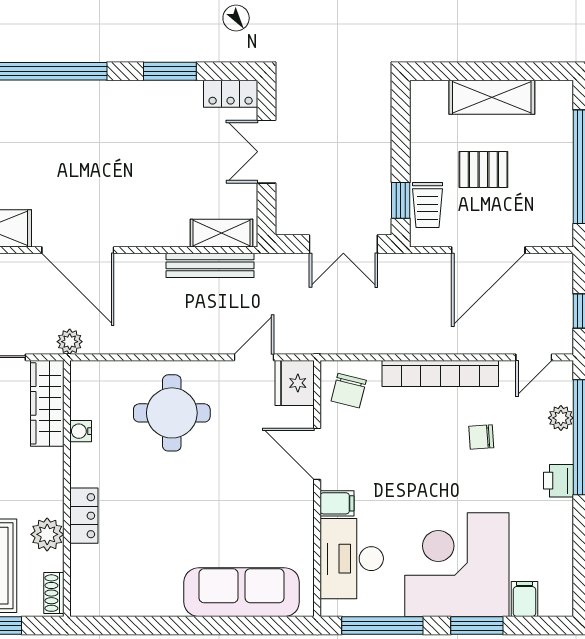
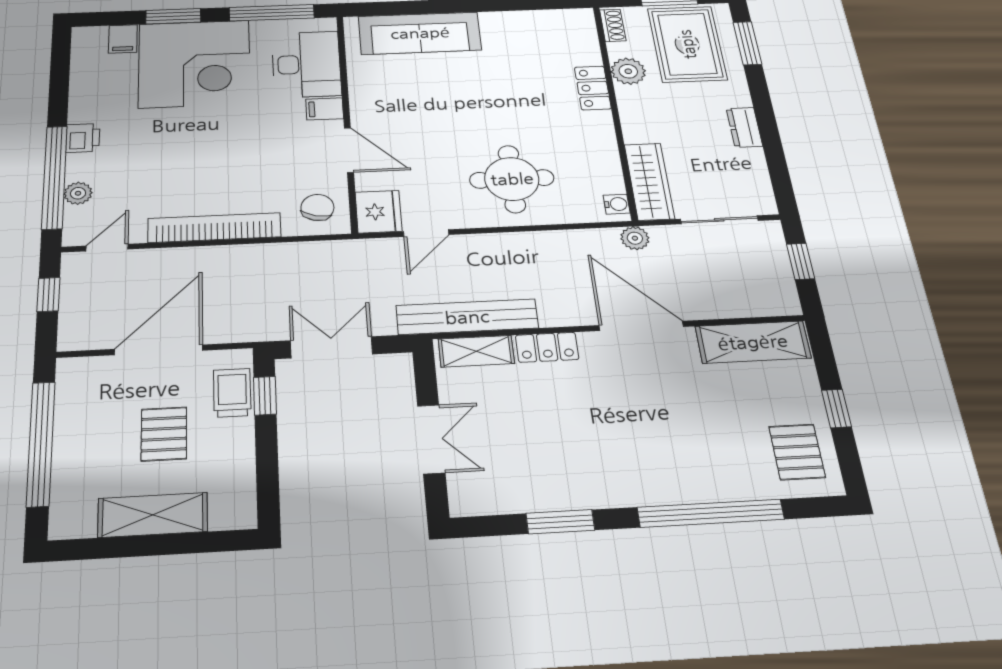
locker: (231, 94) -> (547, 347), moved, turned 180
pallet: (483, 169) -> (164, 434), turned 90
bench: (210, 265) -> (467, 317), width x1.37, depth x1.21
water cooler: (81, 431) -> (617, 204), moved
chair: (481, 437) -> (168, 172), removed

